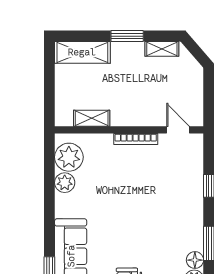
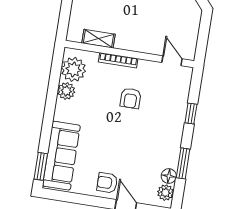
bookcase: (136, 139) -> (118, 60), moved
armchair: (138, 179) -> (131, 98), added

